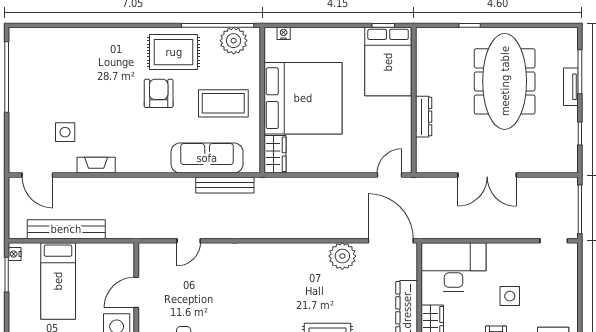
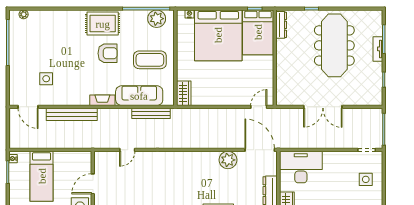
plant: (31, 34) -> (24, 14), added
rug: (174, 52) -> (103, 24), moved
armchair: (159, 93) -> (108, 53), turned 90
bed: (303, 98) -> (218, 35), moved, turned 90
dresser: (424, 117) -> (281, 25), moved
fireplace: (96, 165) -> (102, 100), moved
bench: (66, 229) -> (72, 114), moved
side table: (510, 296) -> (366, 179), moved

